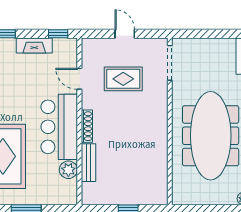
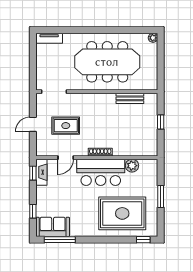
fireplace: (34, 45) -> (41, 172), moved
rug: (123, 79) -> (66, 126), turned 90
bench: (88, 163) -> (130, 98), moved

